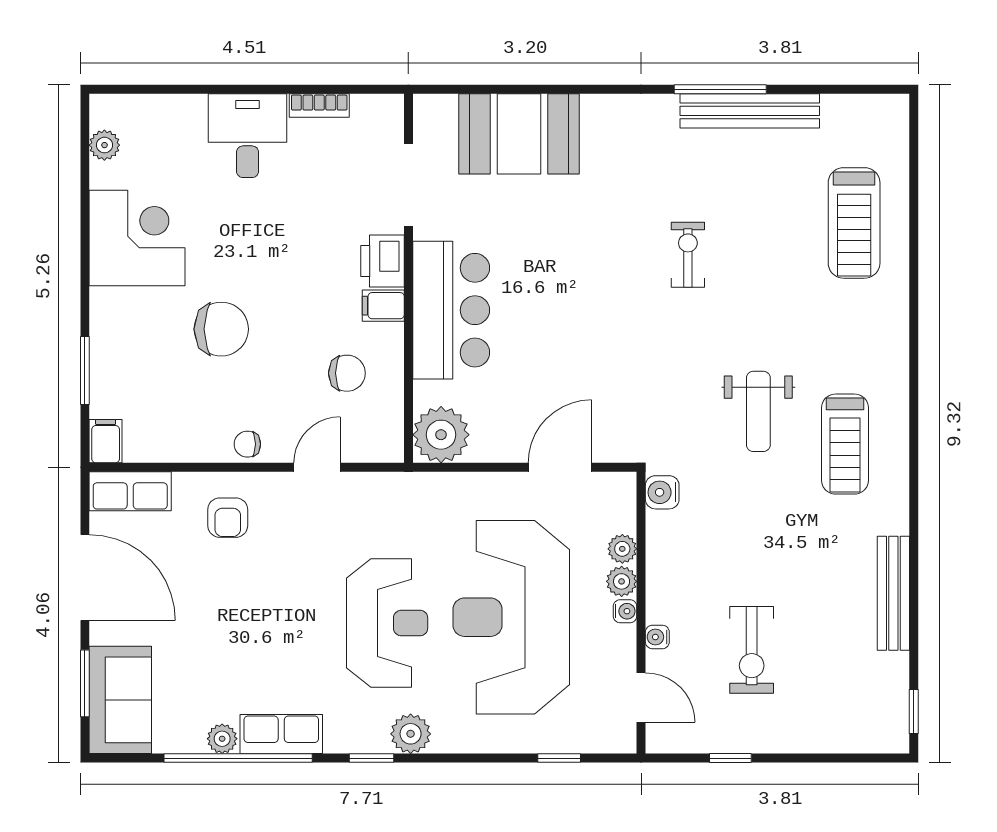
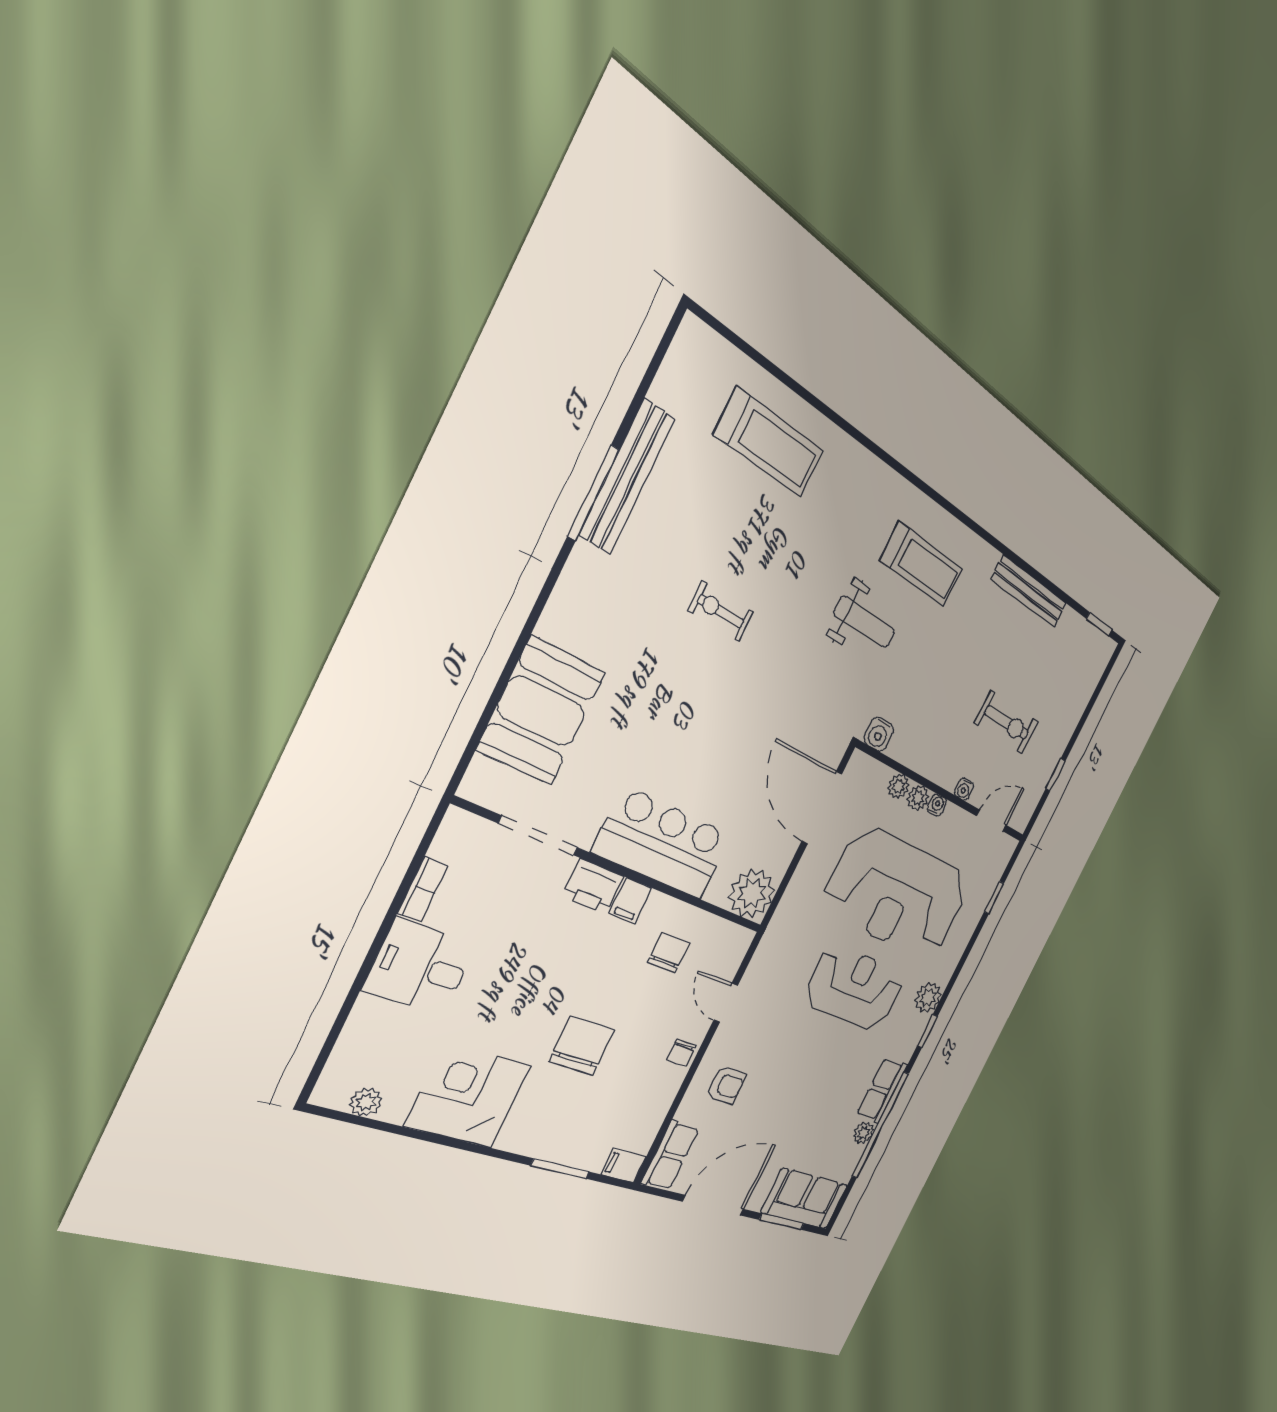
door: (560, 467) -> (822, 808), width x1.36

